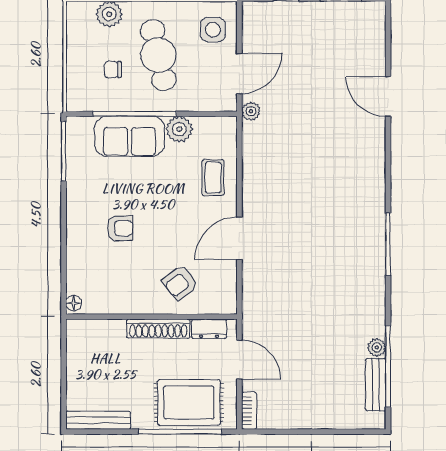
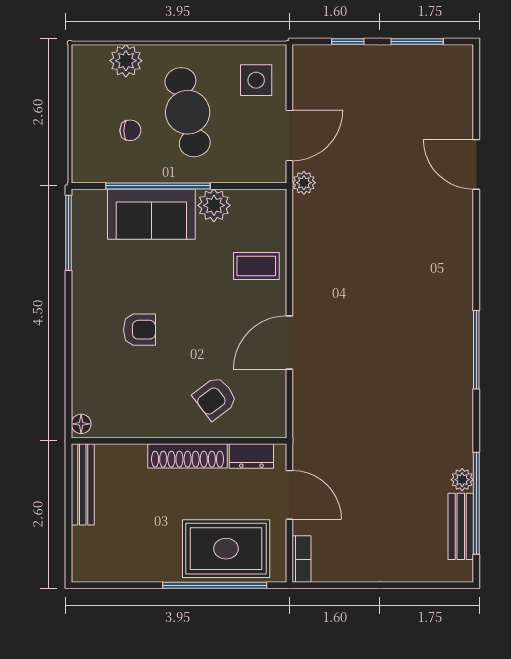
chair: (113, 69) -> (130, 130), turned 180
coffee table: (213, 178) -> (256, 266), turned 90
bench: (98, 420) -> (83, 484), moved, turned 90

